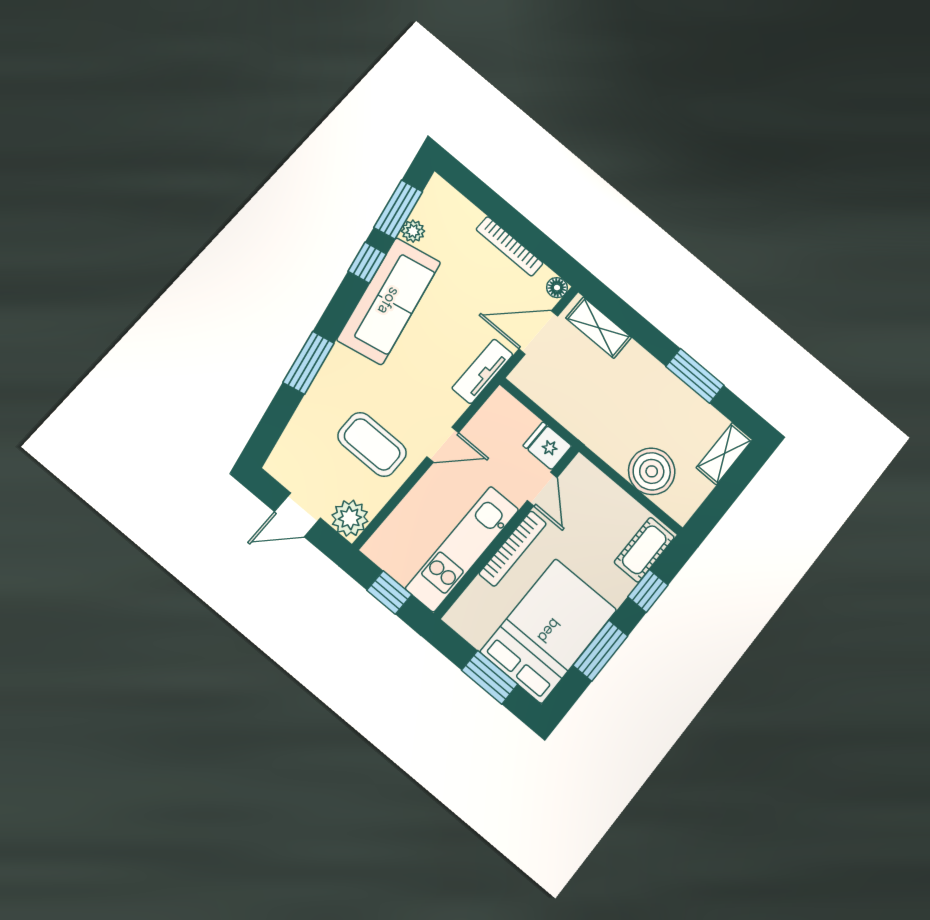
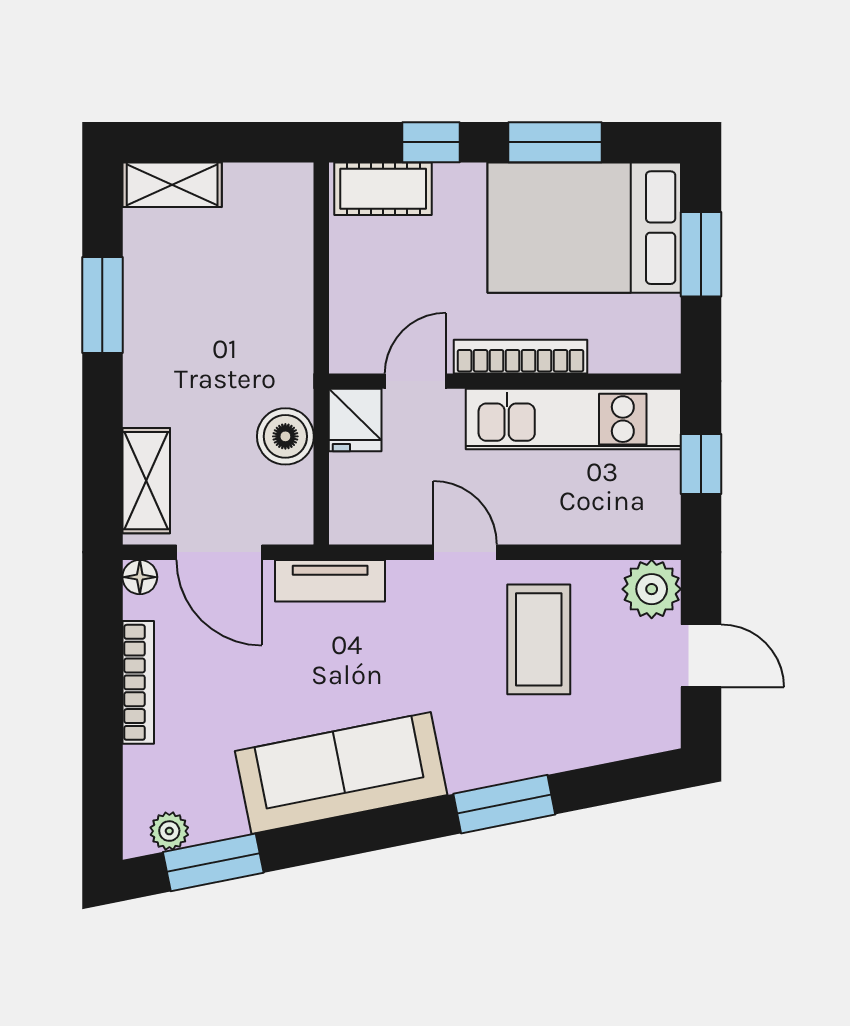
plant: (413, 231) -> (169, 831), moved
window: (367, 263) -> (316, 842), removed
boiler: (652, 471) -> (285, 436), moved, width x0.73, depth x0.73

